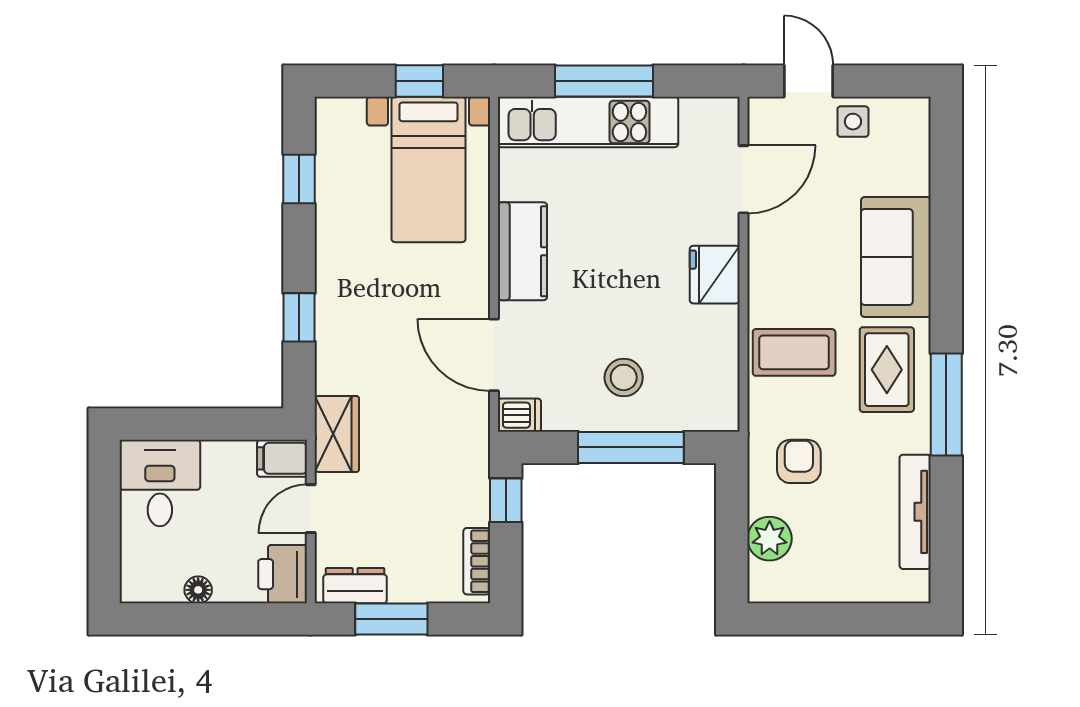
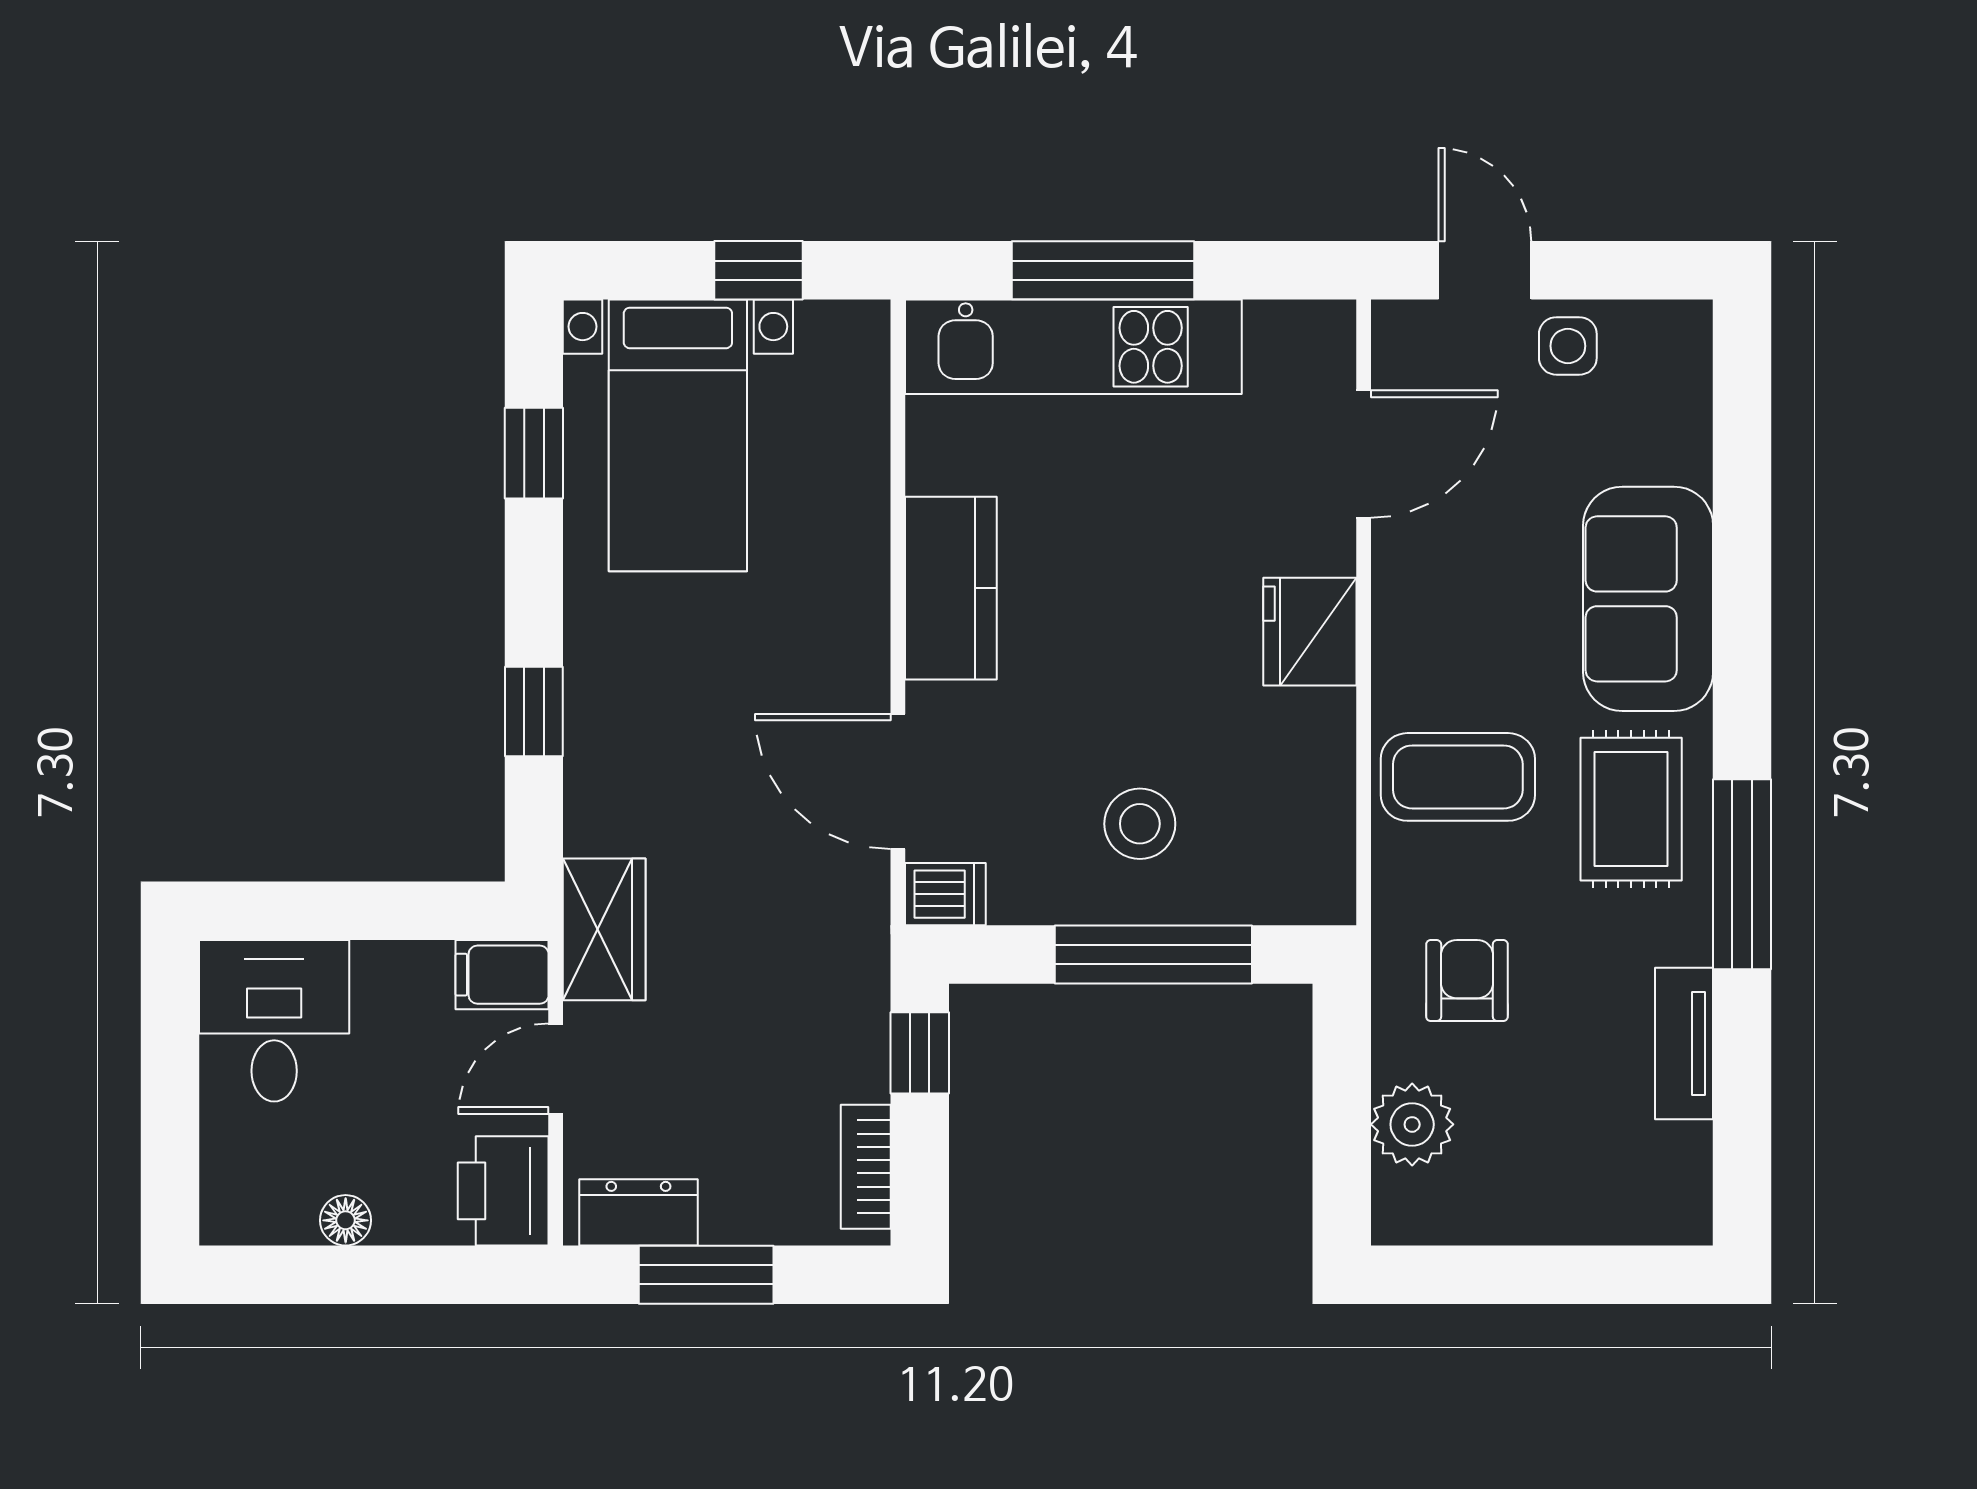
bed with nightstands: (429, 169) -> (678, 435), moved
tv unit: (915, 512) -> (1684, 1043), width x0.71

